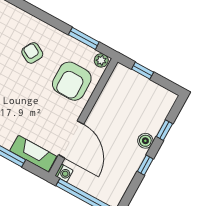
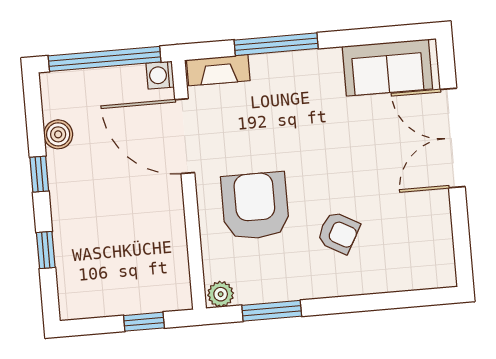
armchair: (72, 81) -> (255, 206), moved
boiler: (145, 141) -> (58, 134), moved
fireplace: (33, 154) -> (218, 70), width x0.73, depth x0.76

